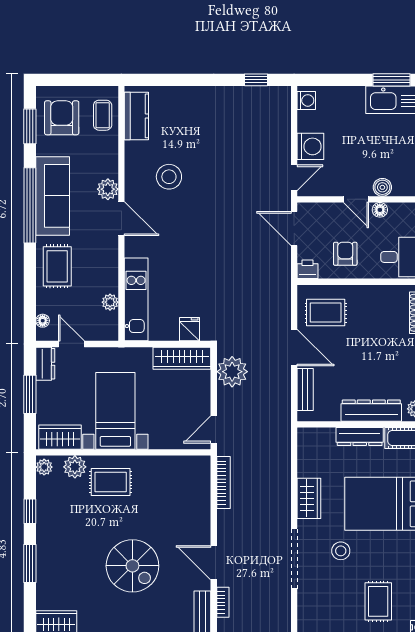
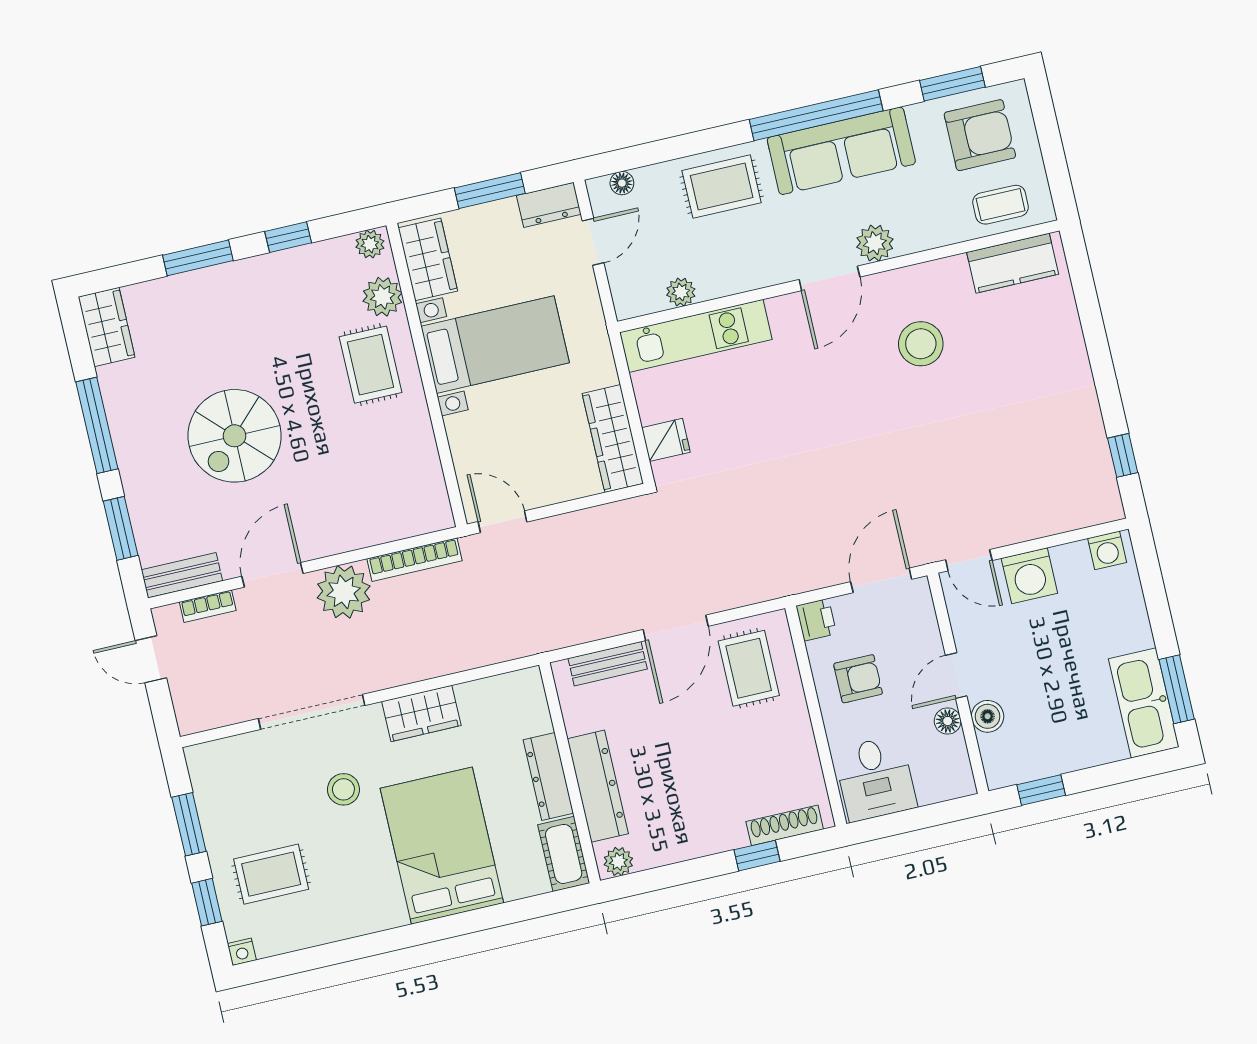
plant: (232, 372) -> (344, 592), moved

